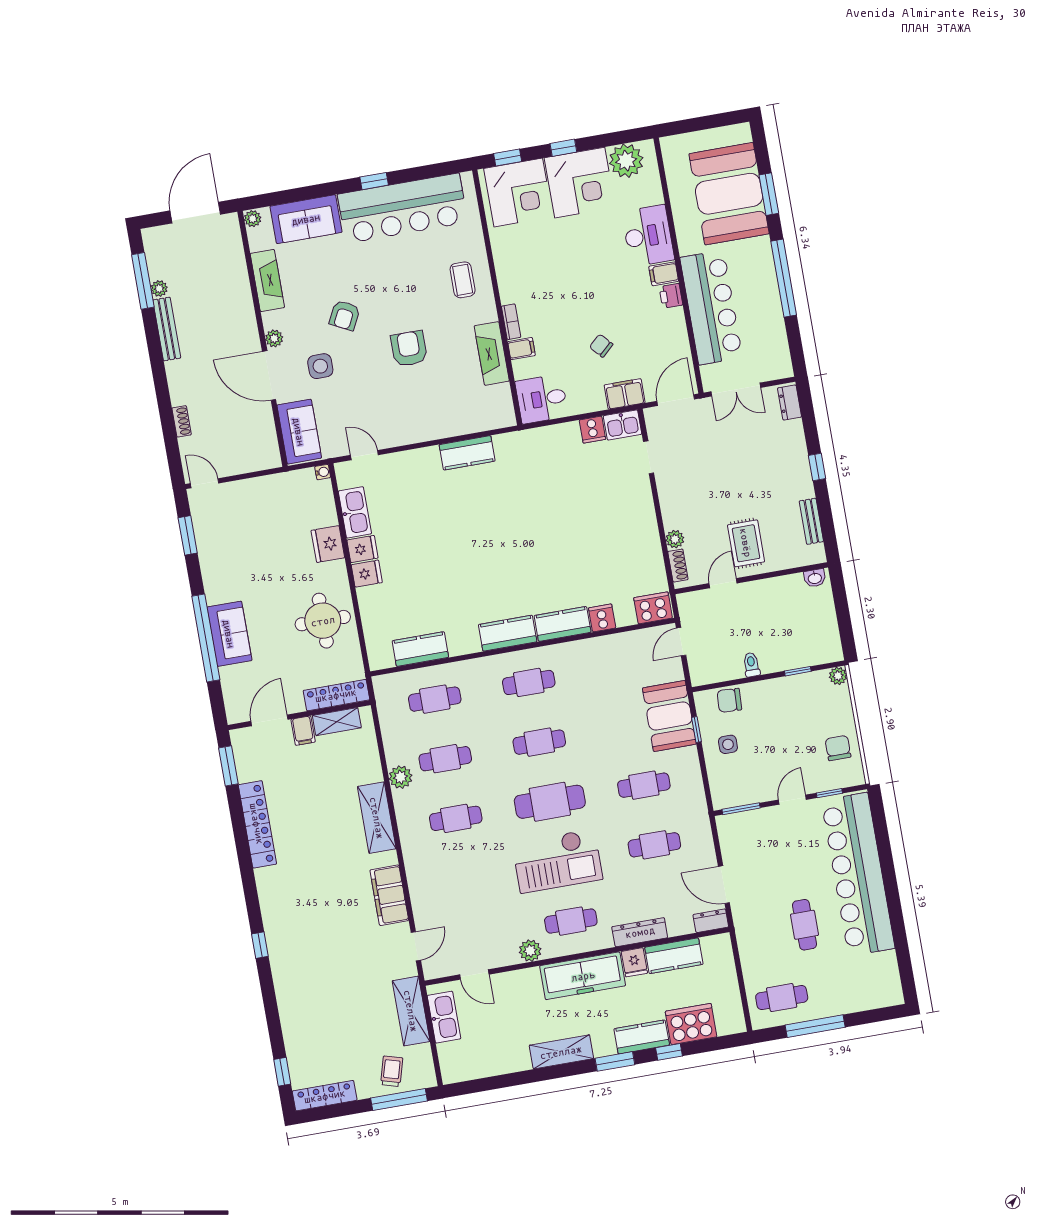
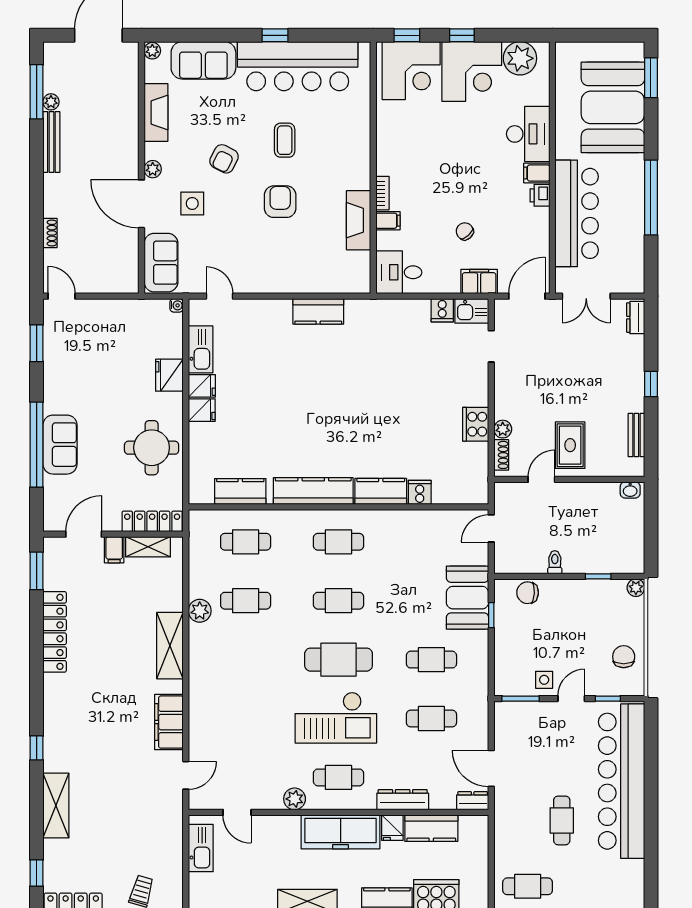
window: (769, 194) -> (651, 78), moved
coffee table: (463, 280) -> (285, 140), moved
cooker: (653, 608) -> (476, 424), moved, turned -90
kitchen counter: (508, 633) -> (313, 491), width x1.50
side table: (728, 744) -> (544, 680), moved
cafe table: (456, 818) -> (246, 660), removed
shelving: (411, 1011) -> (56, 806), moved

